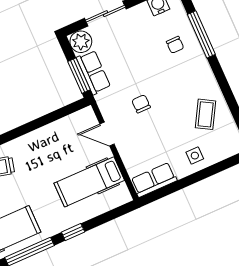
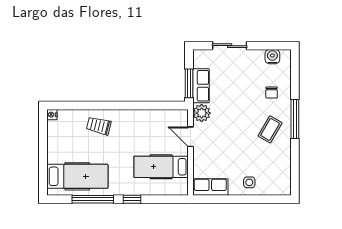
window: (201, 34) -> (295, 119), moved
plant: (81, 42) -> (202, 113), moved
chair: (141, 104) -> (226, 125), removed
coffee table: (206, 114) -> (270, 129), moved

